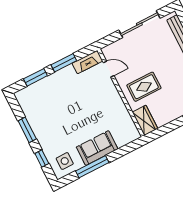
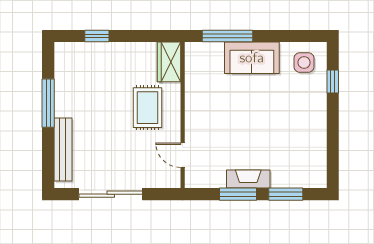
fireplace: (87, 62) -> (248, 179), moved
rug: (144, 87) -> (148, 108), turned 90
window: (27, 130) -> (333, 130), removed
window: (92, 167) -> (228, 36), moved

